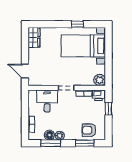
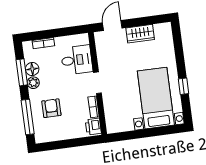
wardrobe: (34, 37) -> (140, 34), moved
plant: (100, 80) -> (114, 125), removed
window: (108, 109) -> (77, 142), removed
armchair: (89, 130) -> (51, 108), moved
window: (85, 143) -> (28, 117), width x1.44

